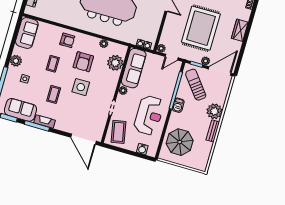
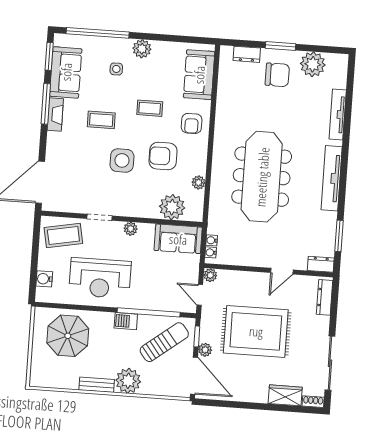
wardrobe: (240, 30) -> (285, 395), moved
sofa: (27, 33) -> (199, 75), moved, turned 90
sofa: (134, 68) -> (178, 239), width x0.73

